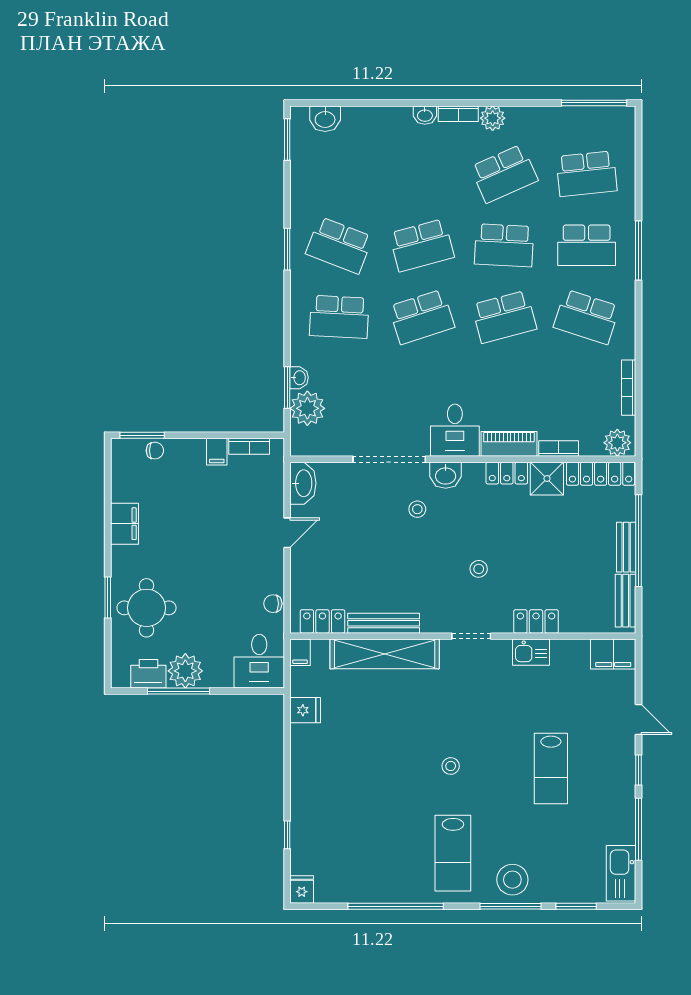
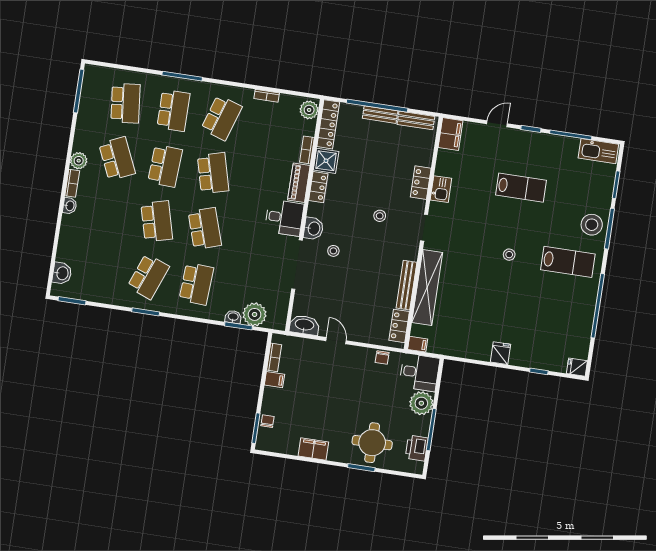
bookcase: (629, 388) -> (267, 96), width x0.64
plant: (185, 671) -> (421, 403), moved
fridge: (305, 710) -> (500, 353), moved

